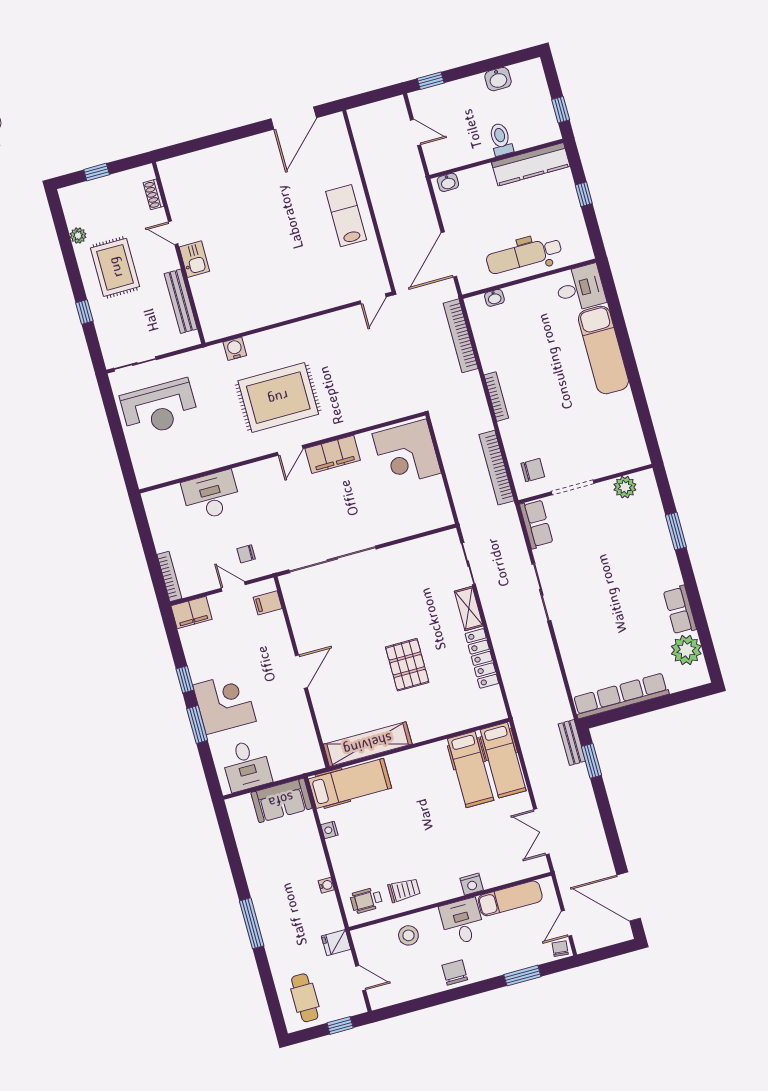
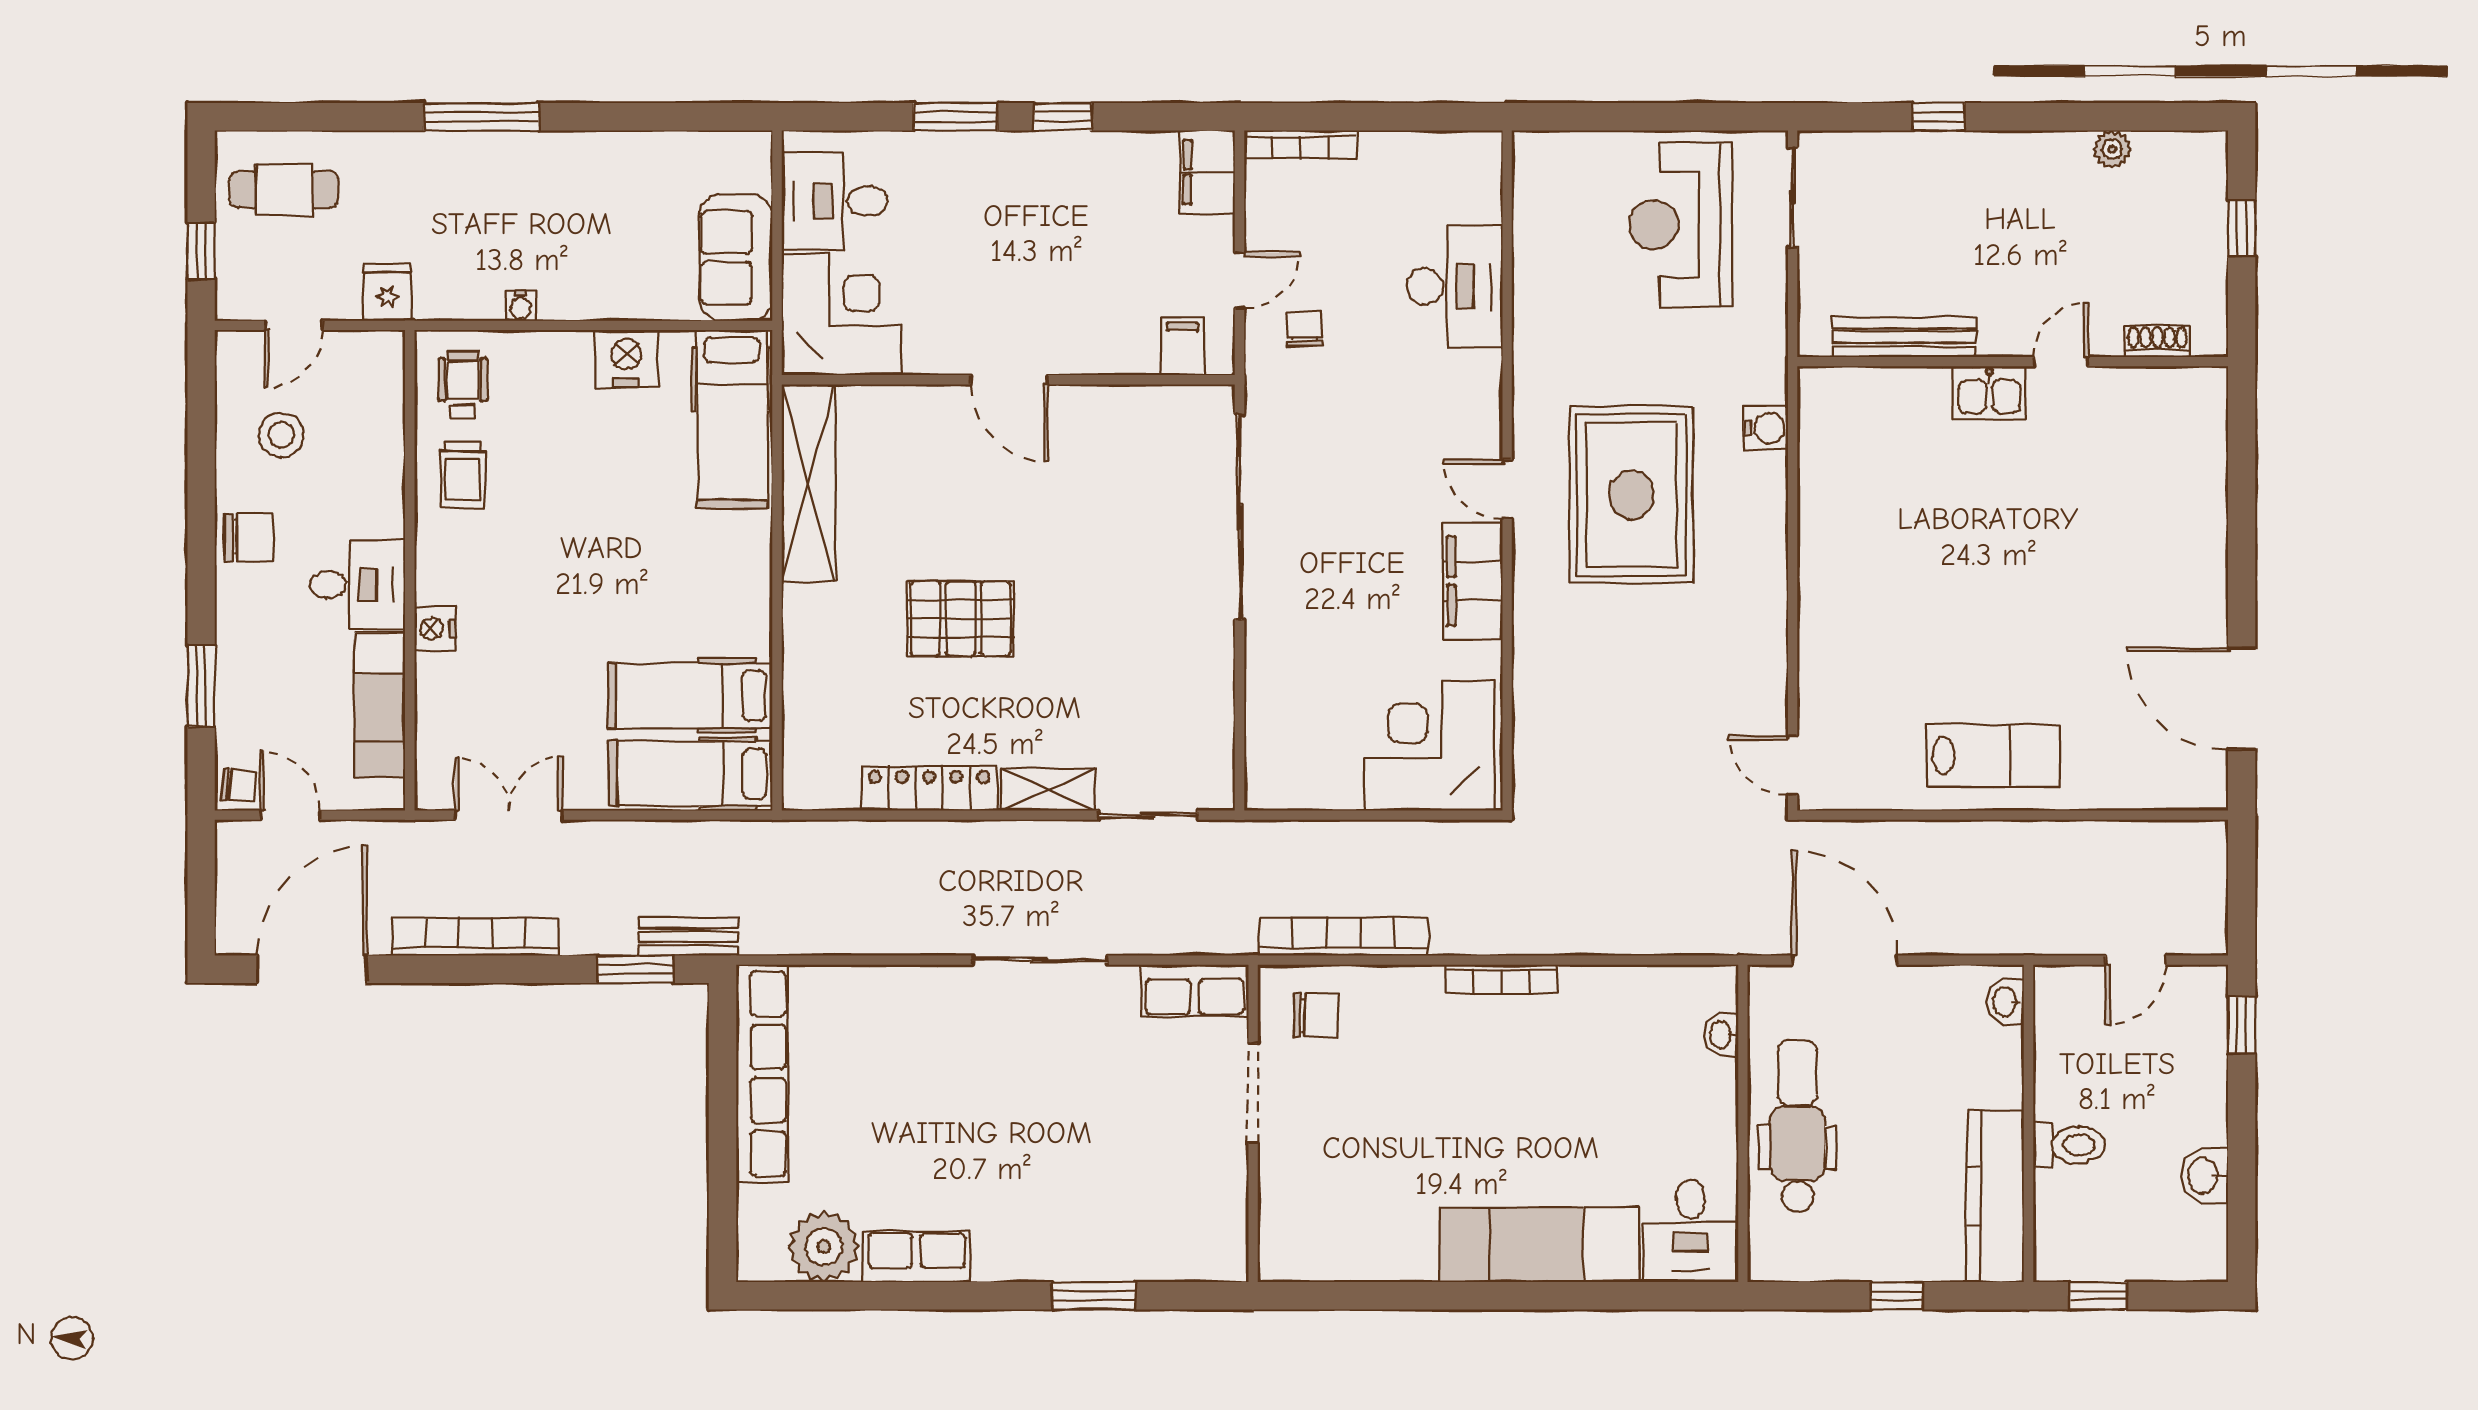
rug: (115, 267) -> (2019, 212), removed
bookcase: (461, 336) -> (475, 937), moved
chair: (533, 470) -> (1316, 1015), turned -90
plant: (625, 487) -> (1222, 1209), removed
corner desk: (224, 703) -> (841, 314), moved, turned -90
nightstand: (329, 830) -> (626, 359), width x1.89, depth x1.79
stool: (408, 935) -> (281, 435), moved

